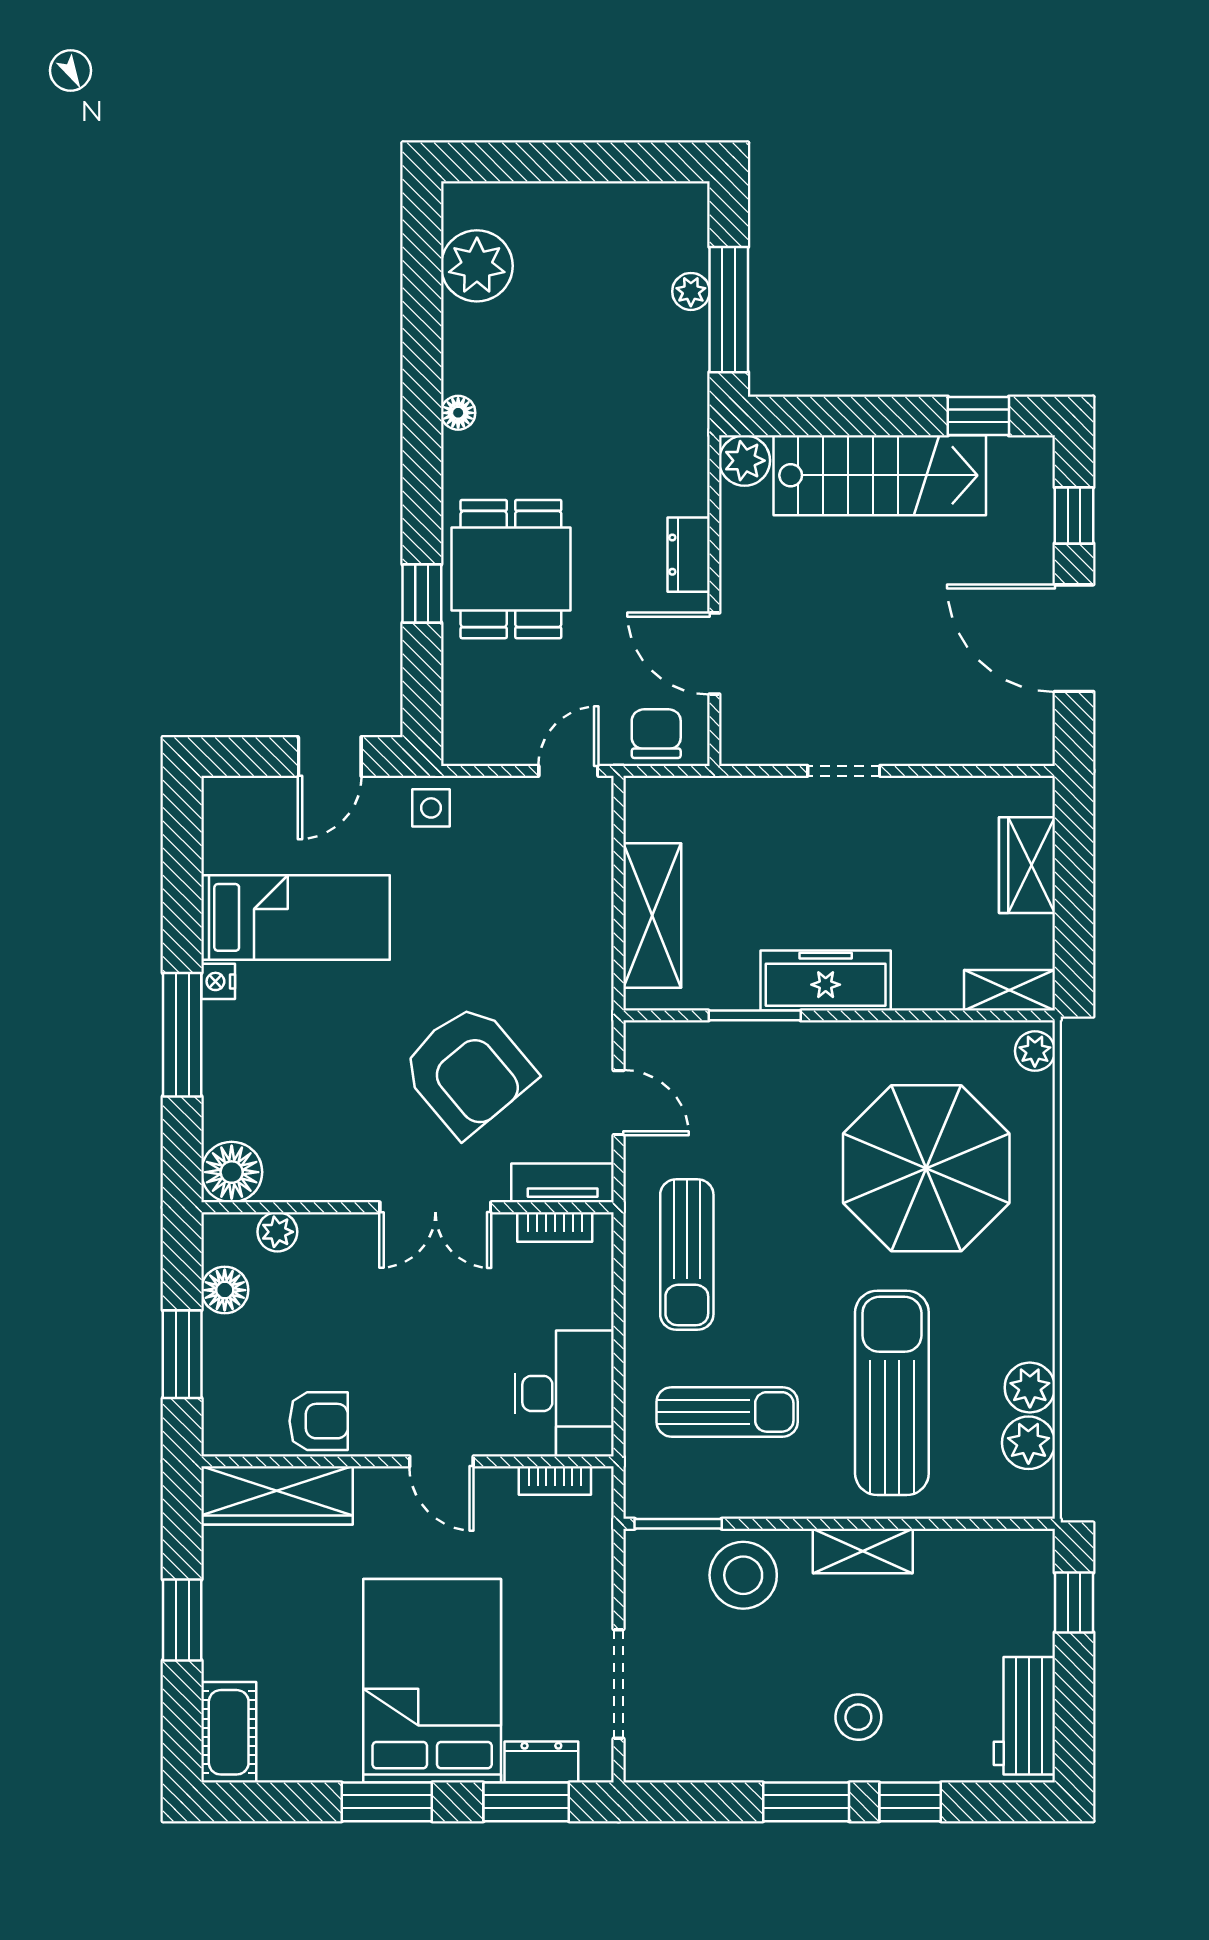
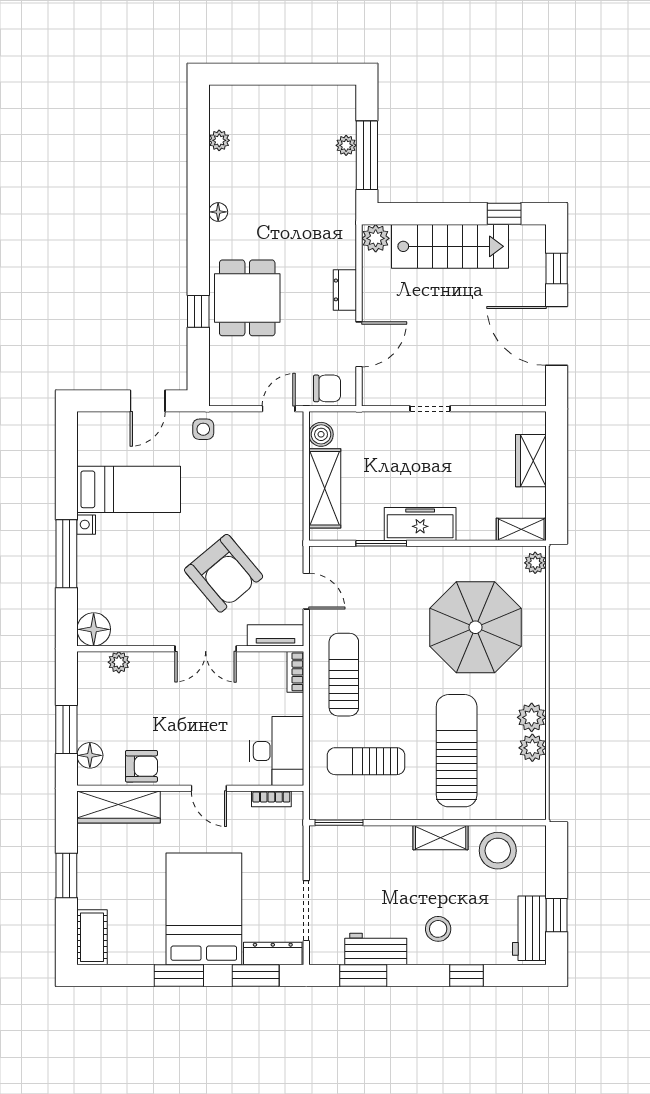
plant: (477, 266) -> (219, 140), width x0.53, depth x0.53
door: (714, 654) -> (359, 344), swing flipped
chair: (656, 734) -> (327, 388), turned 90
boiler: (645, 817) -> (321, 434), added
bookcase: (555, 1227) -> (295, 672), moved, turned 90
sun lounger: (687, 1255) -> (344, 675), turned 180
floor lamp: (225, 1290) -> (90, 755), moved
sun lounger: (727, 1412) -> (366, 761), turned 180
plant: (1028, 1443) -> (532, 717), moved
stool: (743, 1575) -> (498, 851), moved
window: (1074, 1603) -> (557, 915), moved
workbench: (745, 1754) -> (376, 949), added
dresser: (541, 1762) -> (273, 954), width x1.44
window: (806, 1802) -> (363, 975), moved

